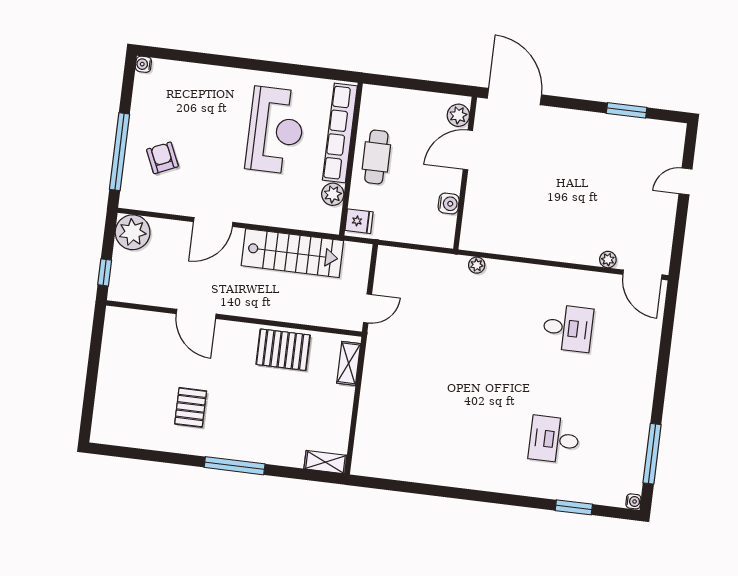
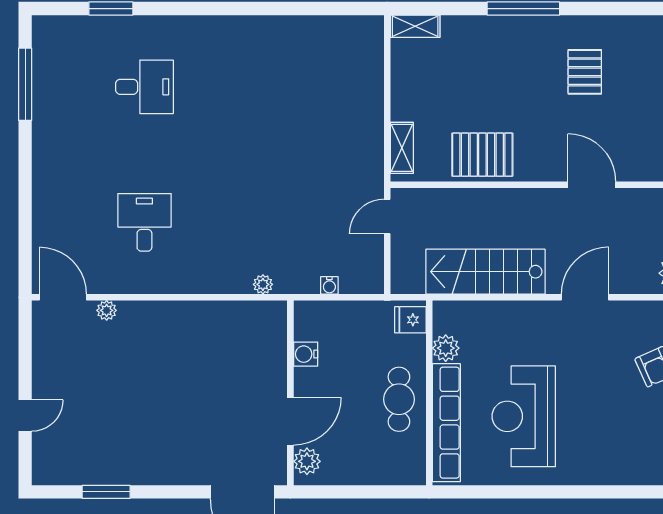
desk: (568, 328) -> (144, 222), turned 90
water cooler: (633, 501) -> (329, 285), moved, turned -90

